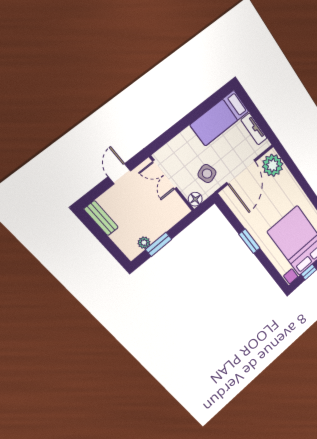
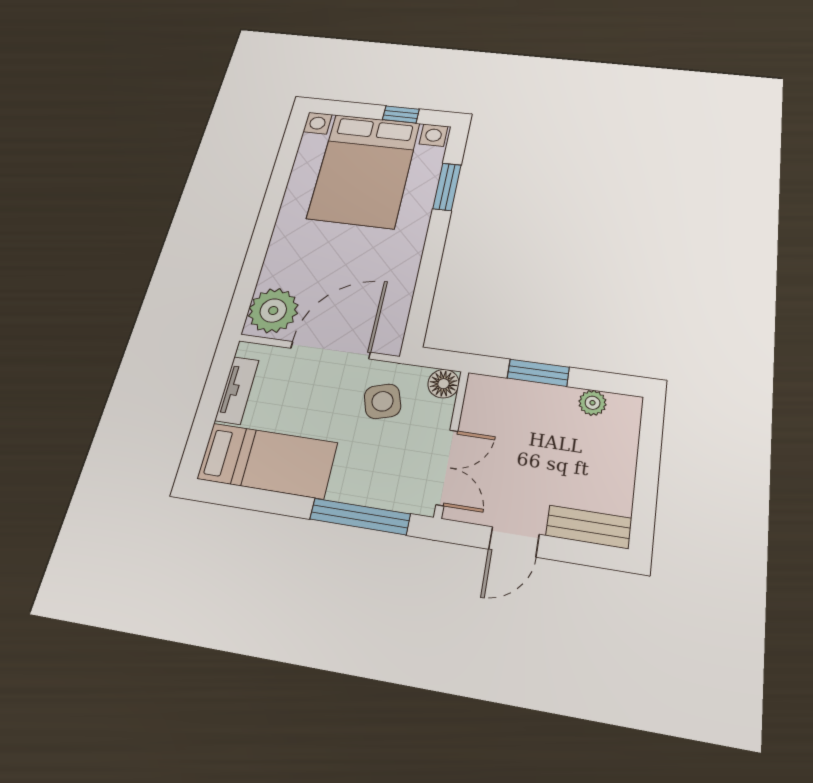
window: (173, 132) -> (360, 517), added
bench: (101, 218) -> (589, 527), moved, turned 90
window: (249, 241) -> (447, 187), moved
window: (159, 244) -> (538, 373), moved

